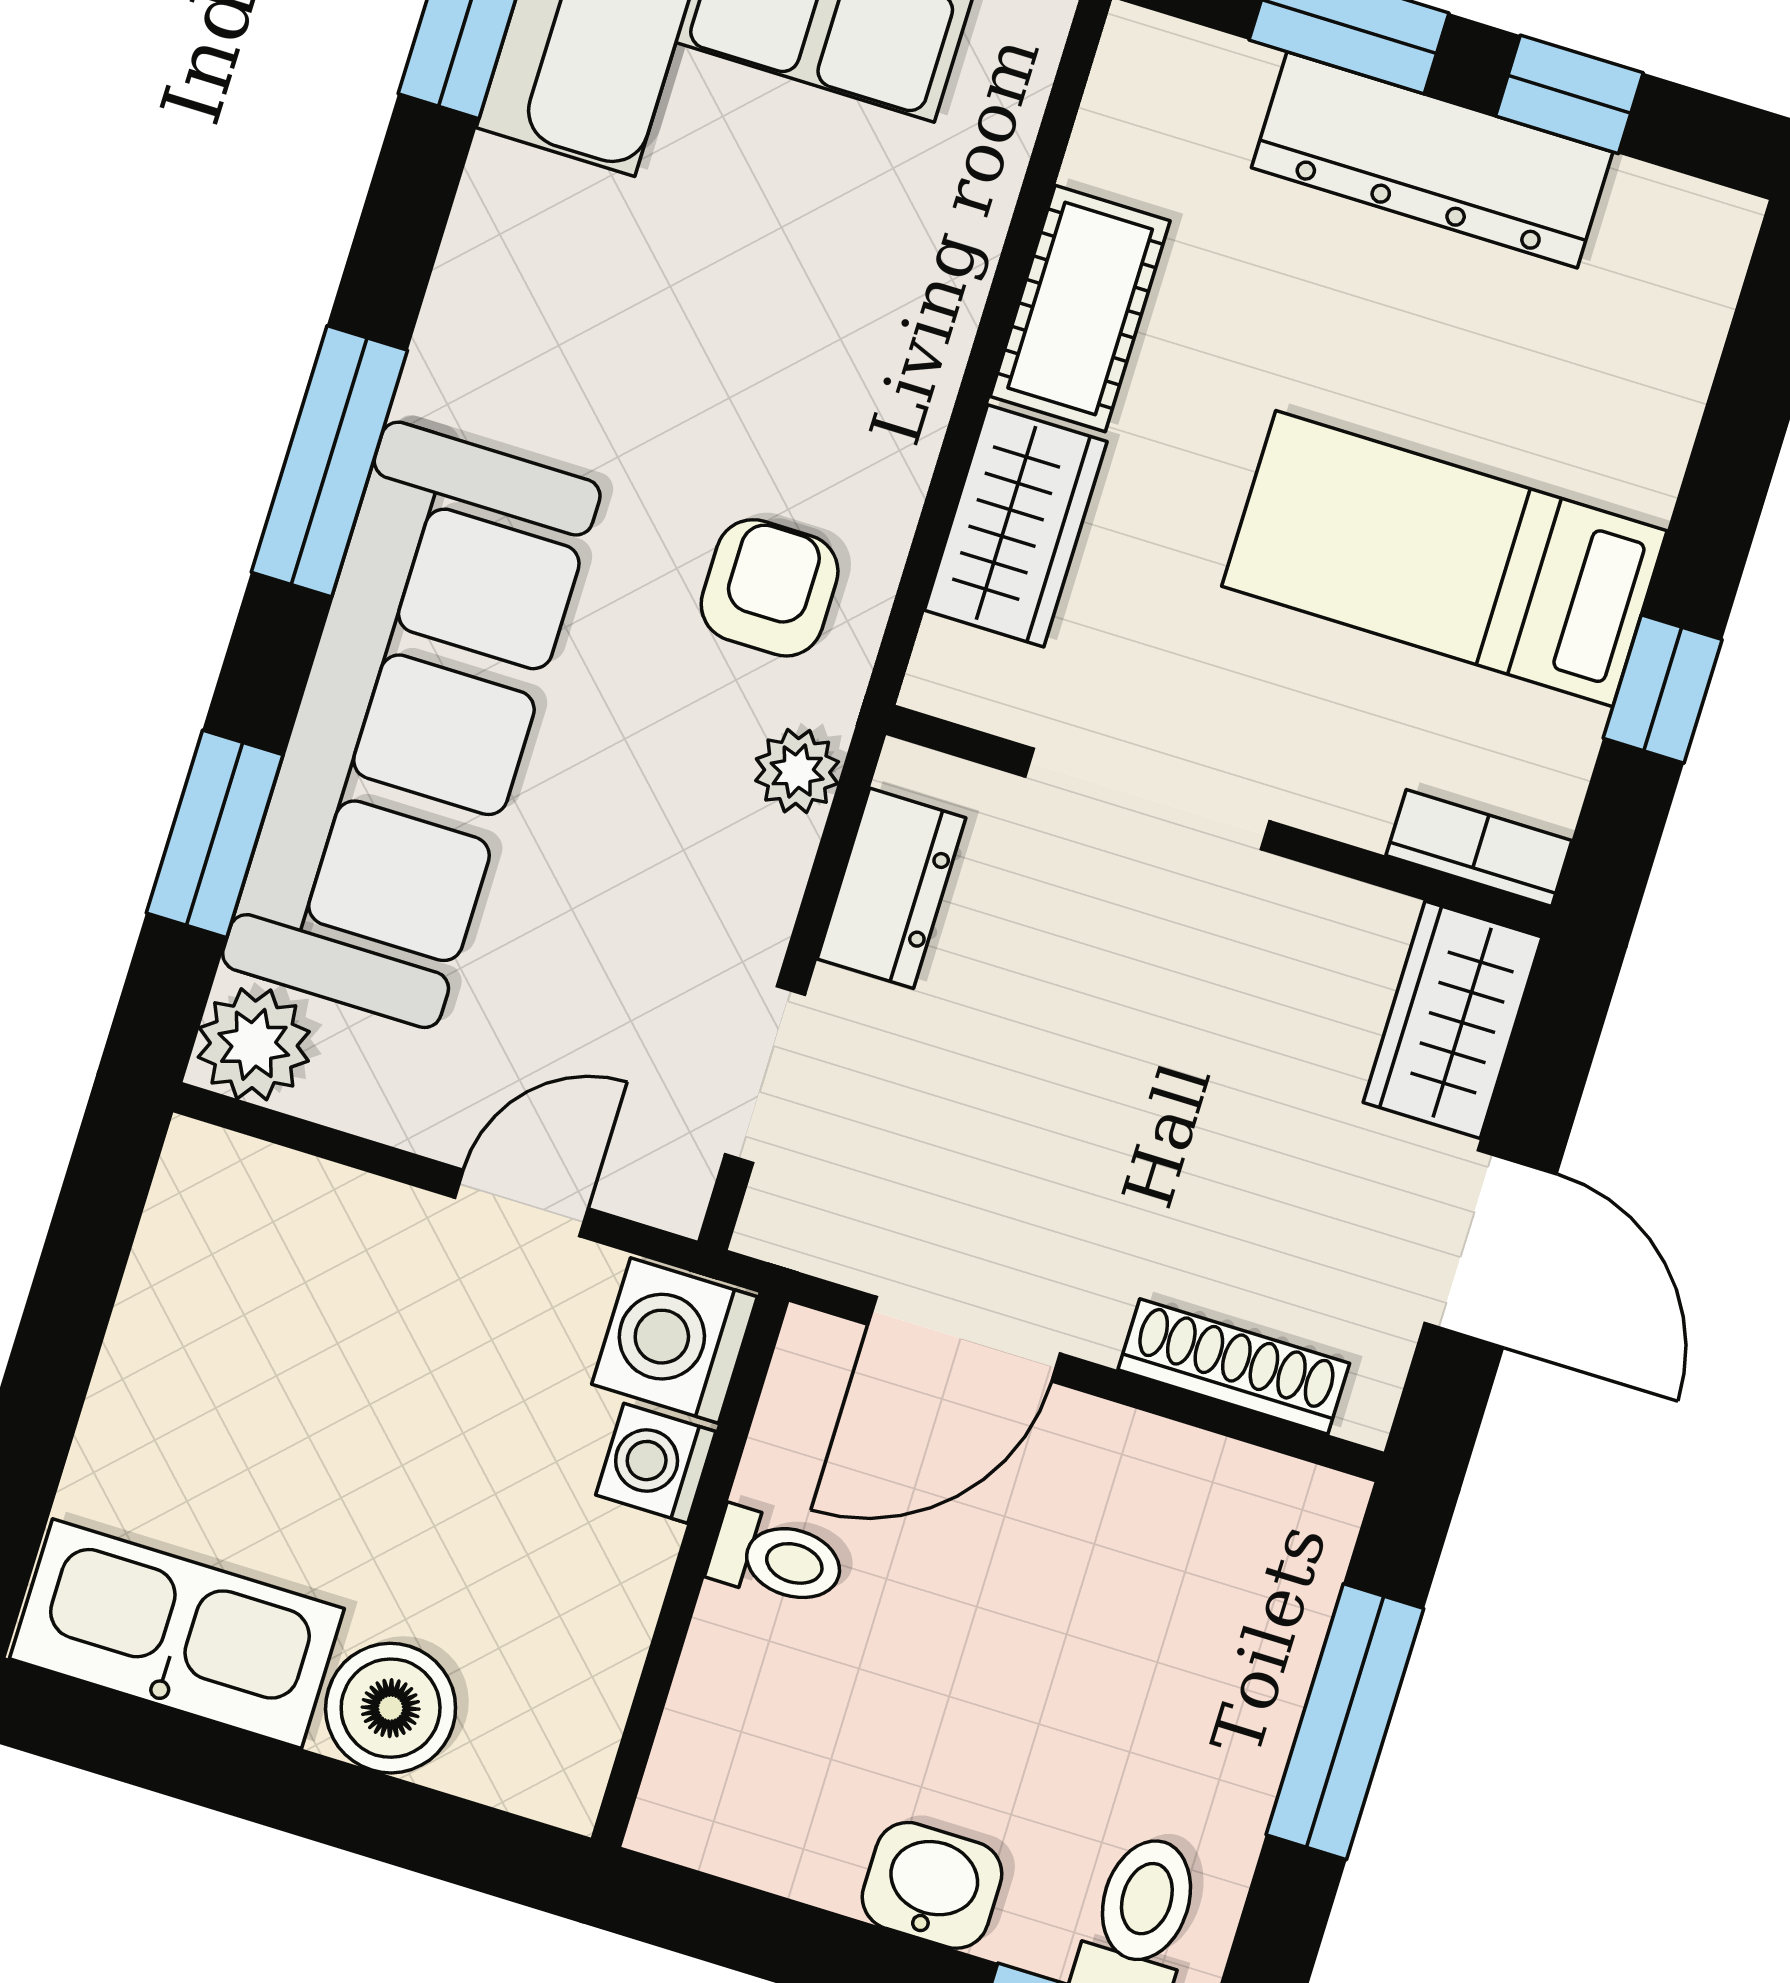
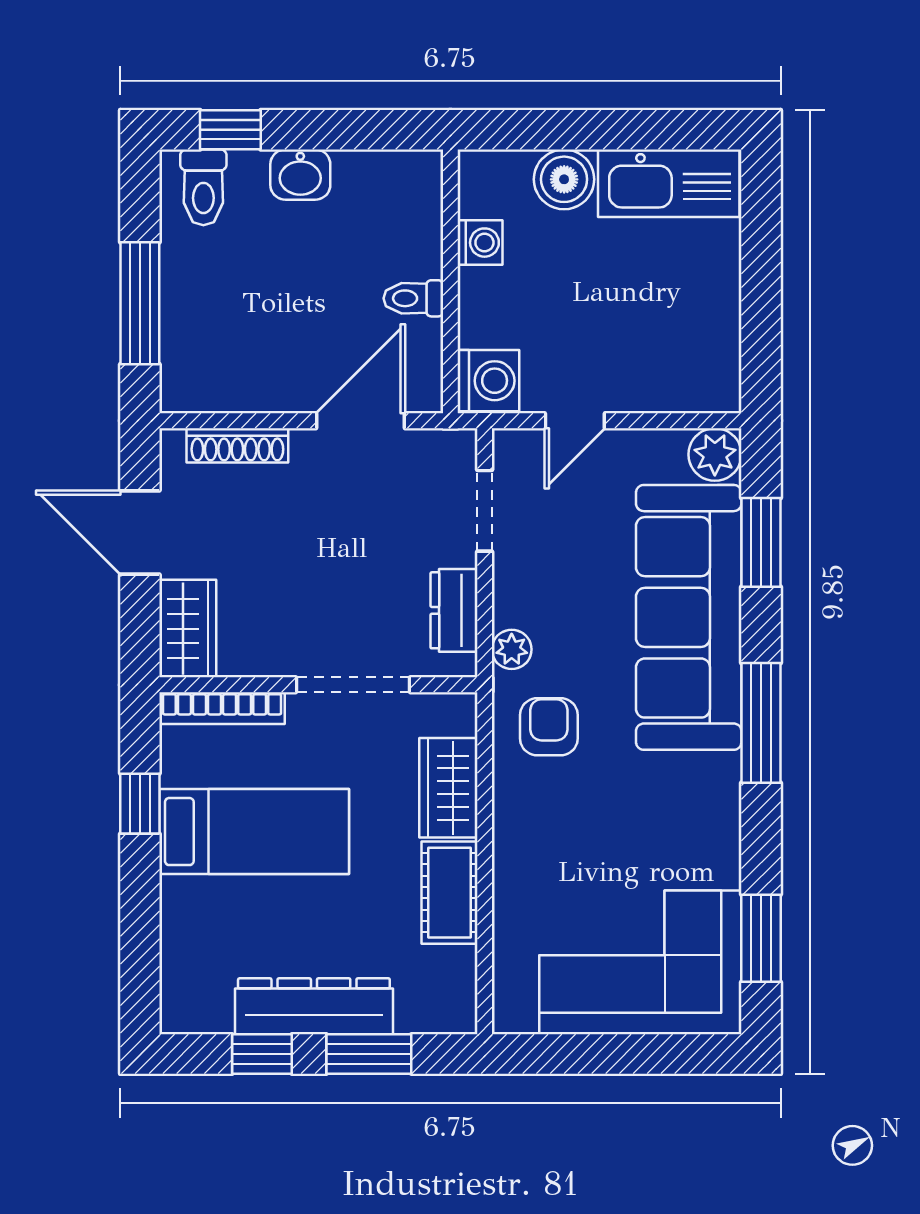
armchair: (770, 588) -> (549, 727), turned 180
bookcase: (1479, 848) -> (222, 708), width x1.56
washing machine: (656, 1463) -> (480, 243), moved

